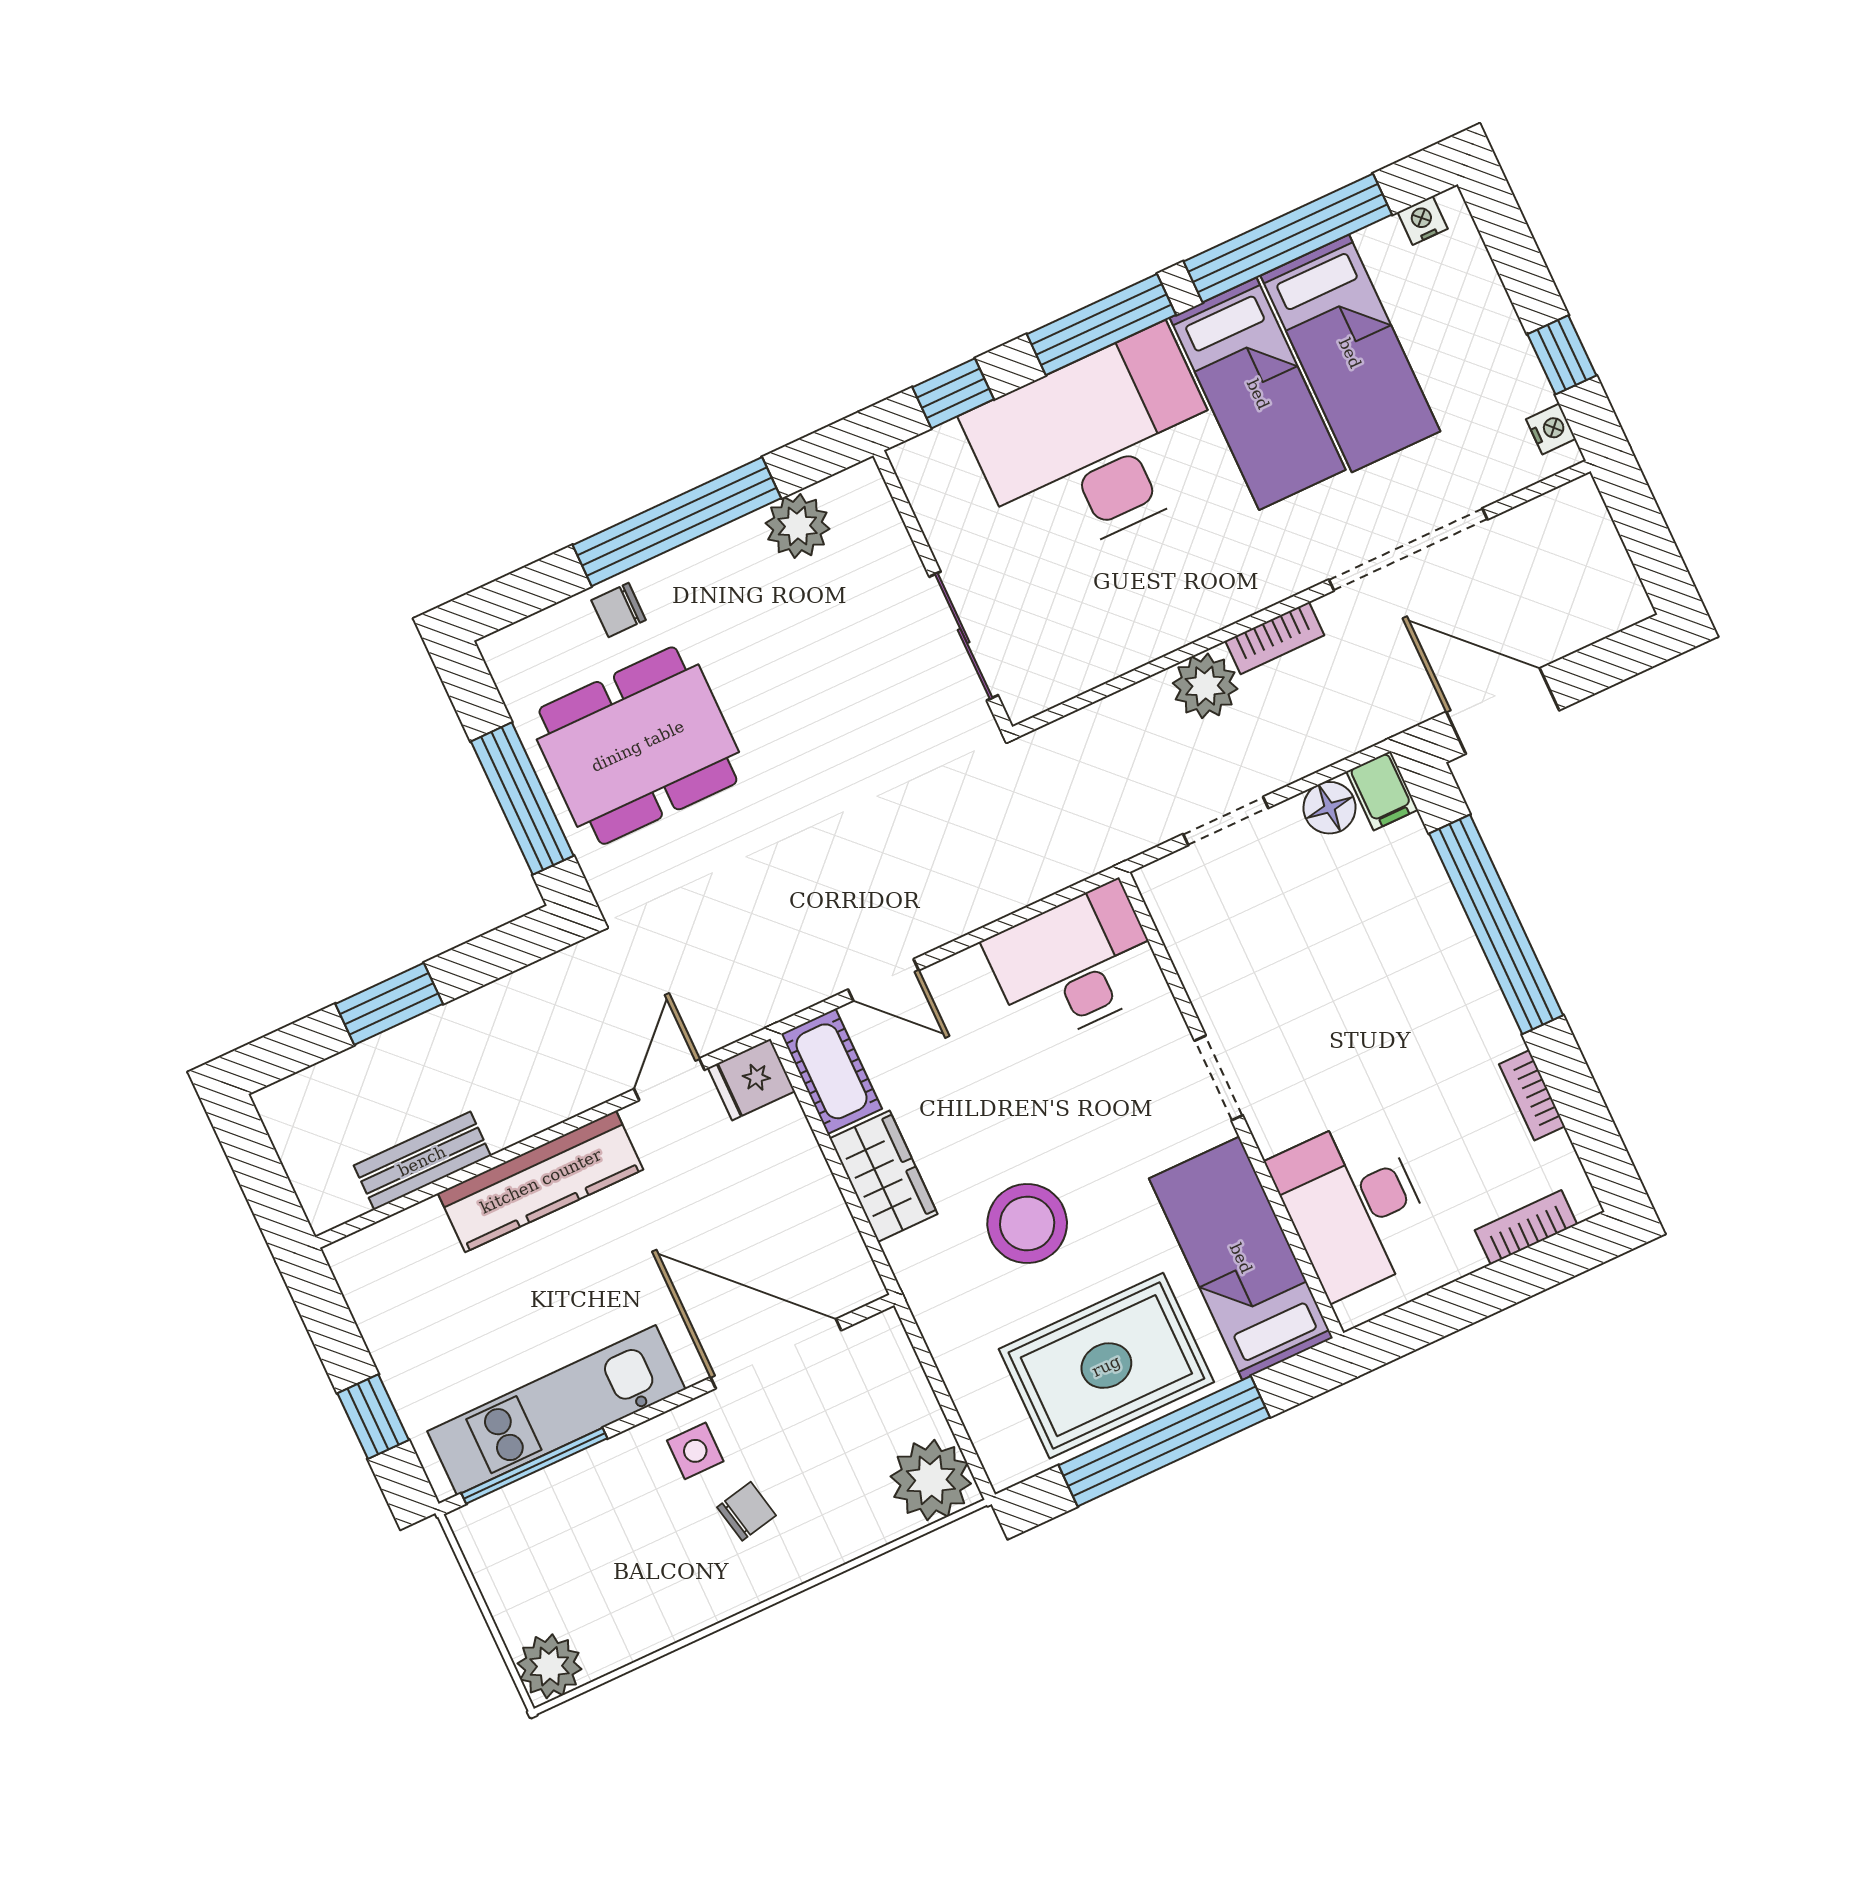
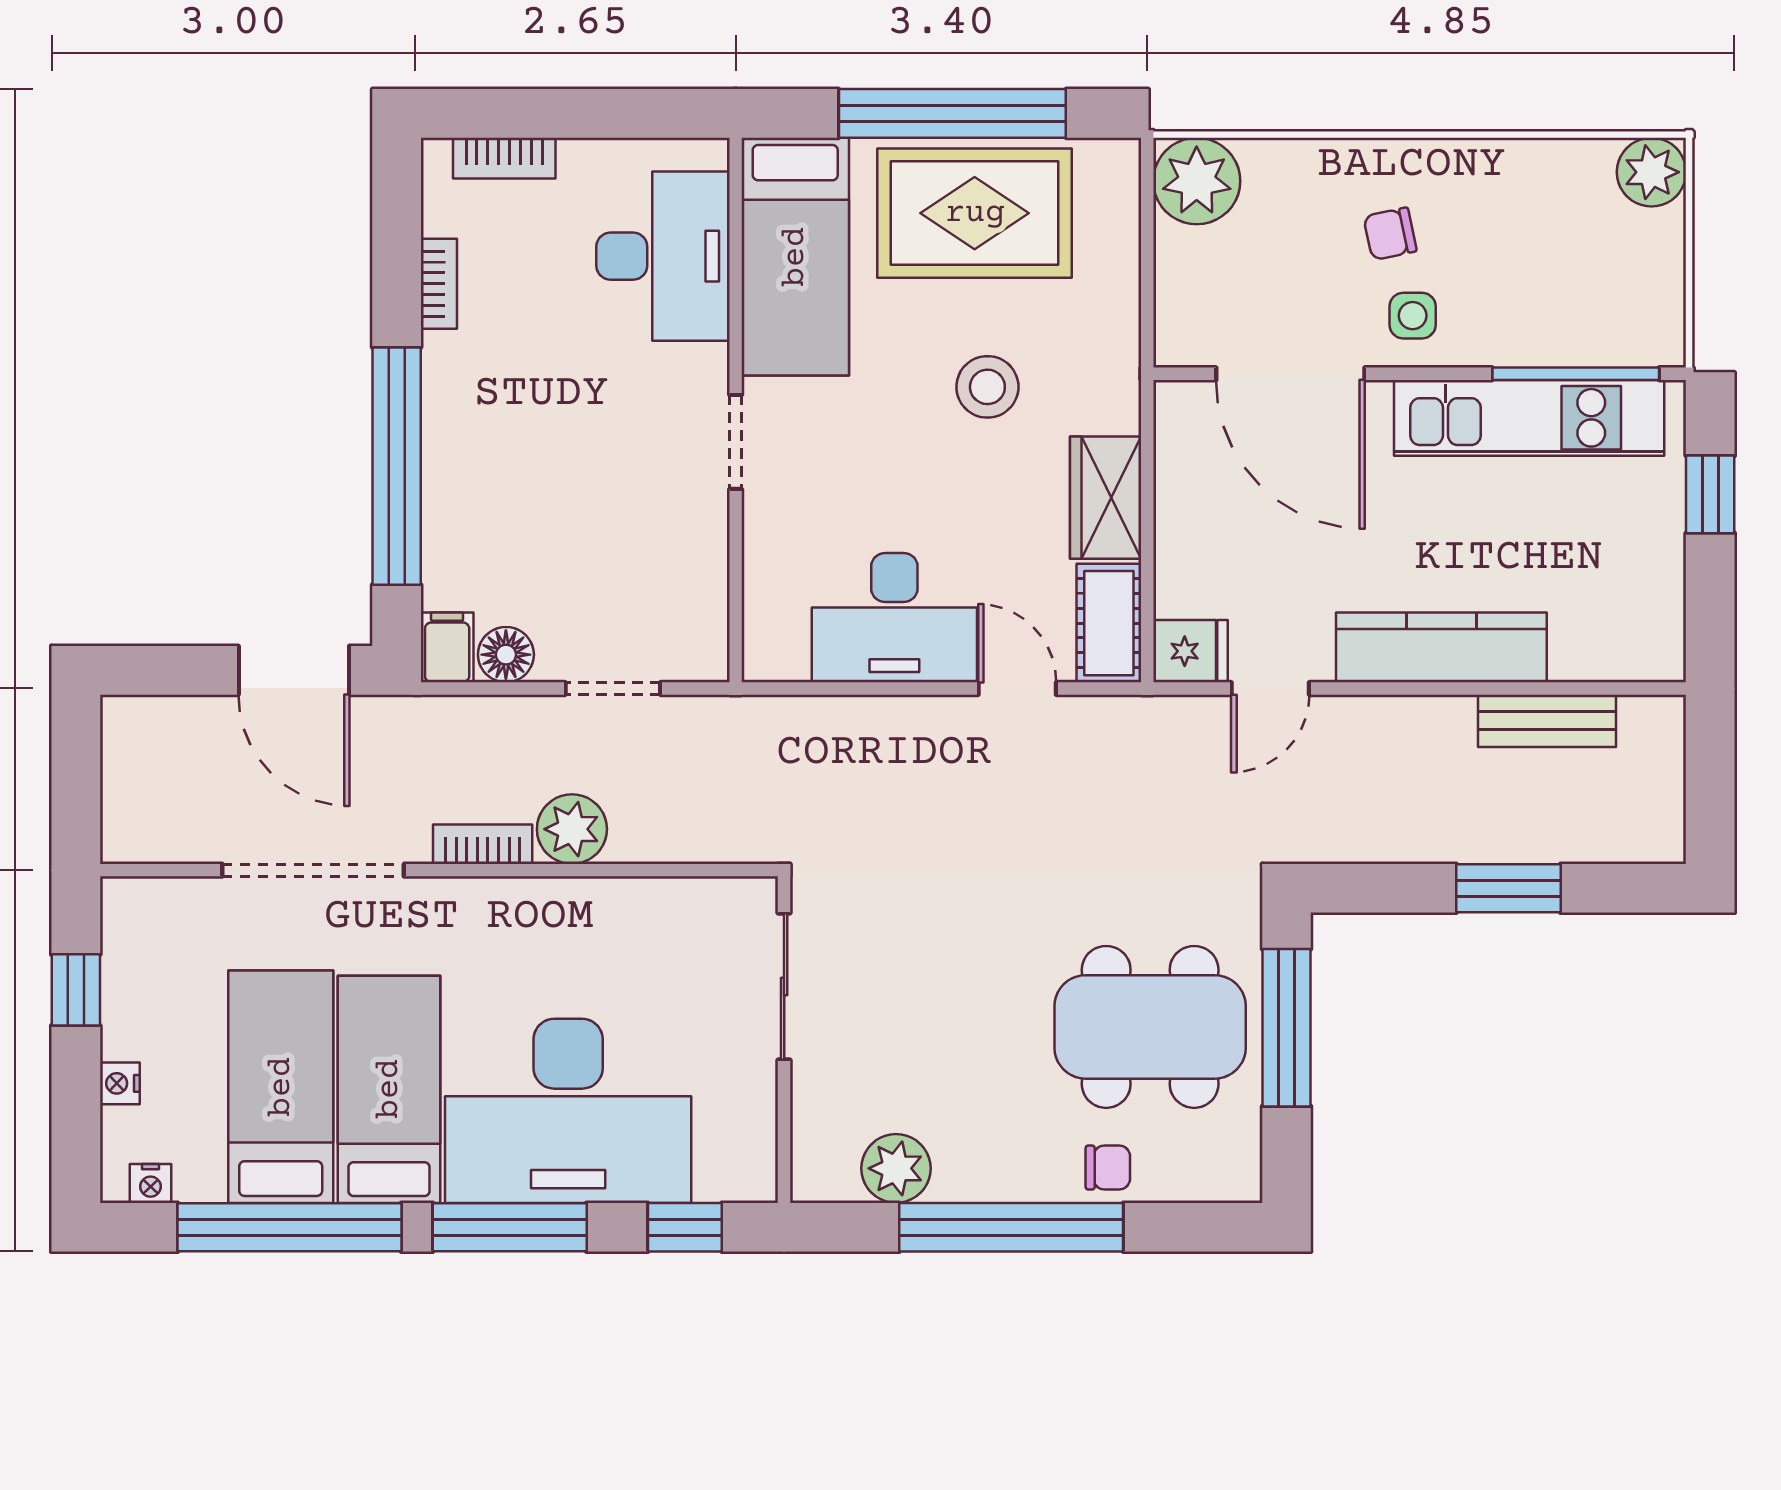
nightstand: (1551, 429) -> (120, 1083), moved
desk: (1075, 964) -> (894, 618), moved
stool: (1027, 1224) -> (987, 387), width x0.73, depth x0.73

